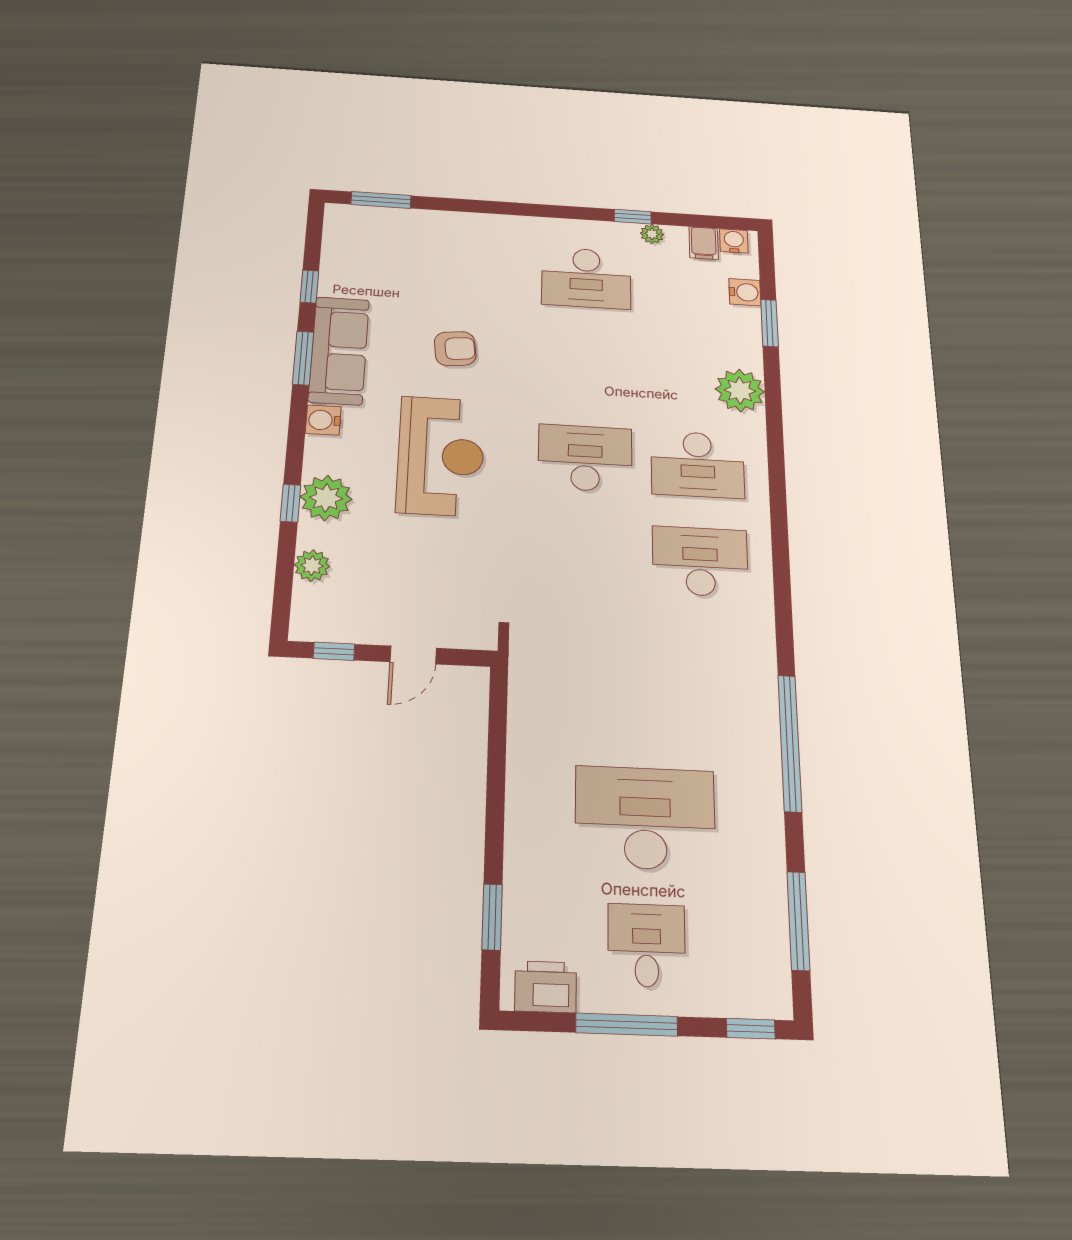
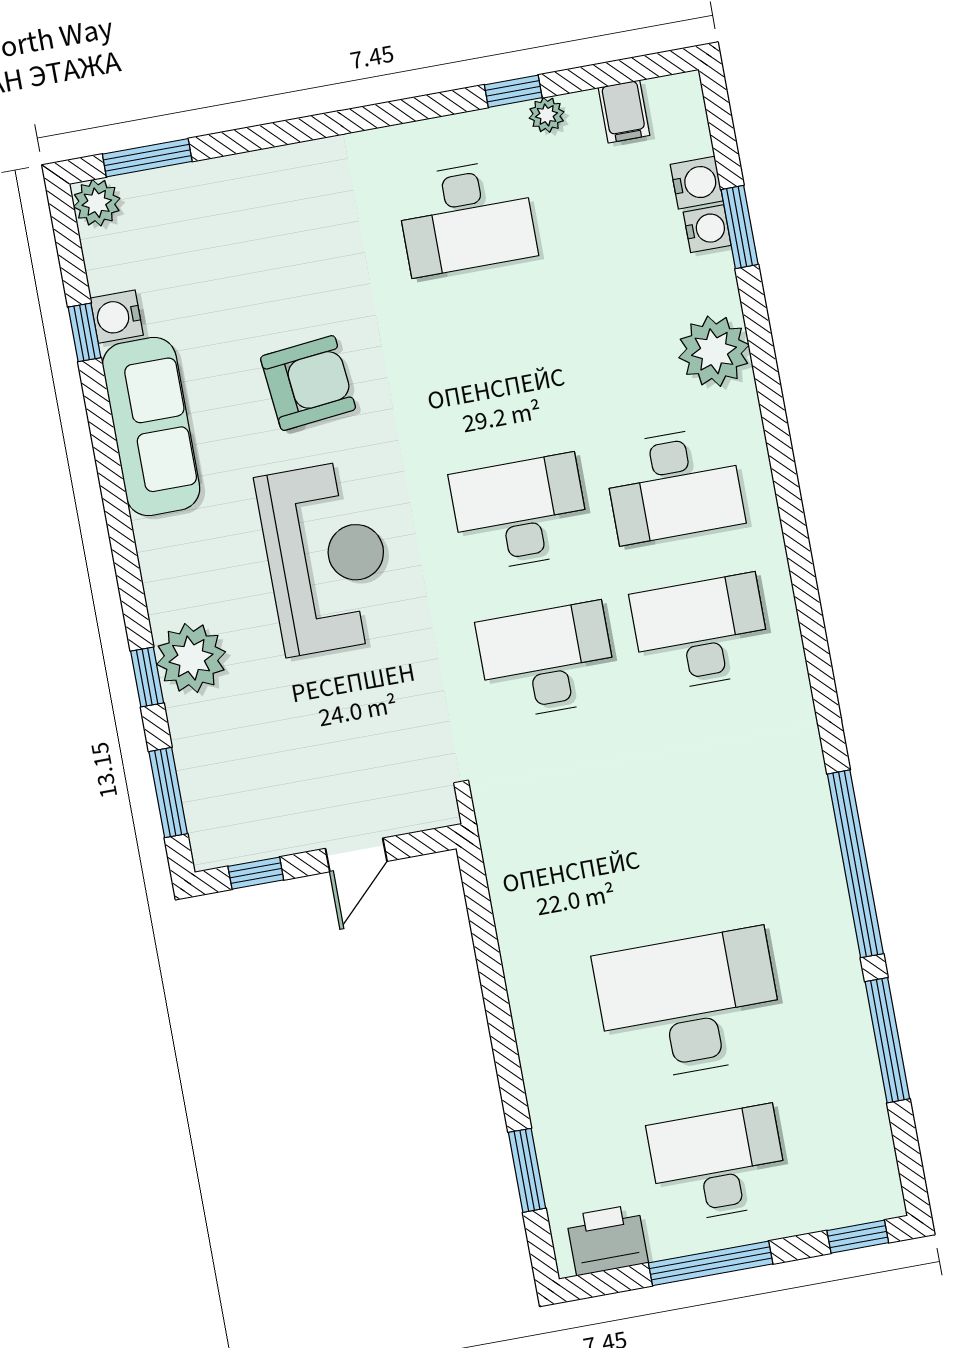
water cooler: (734, 241) -> (707, 229), moved, turned 90
armchair: (455, 349) -> (308, 383), width x1.38, depth x1.38
window: (303, 358) -> (168, 793), moved
water cooler: (323, 420) -> (117, 317), moved
desk: (585, 556) -> (547, 661), added
plant: (312, 566) -> (97, 203), moved
window: (798, 921) -> (887, 1040), moved
desk: (647, 945) -> (718, 1164), width x1.37

